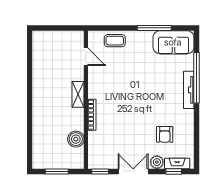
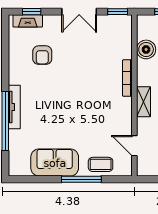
window: (154, 28) -> (81, 179), moved
sofa: (173, 42) -> (55, 163), moved
armchair: (165, 134) -> (42, 55), turned 180
plant: (157, 162) -> (51, 23), removed

